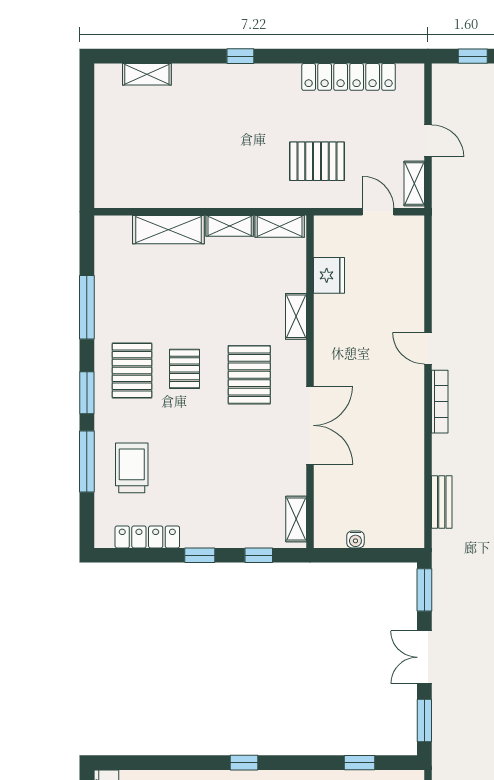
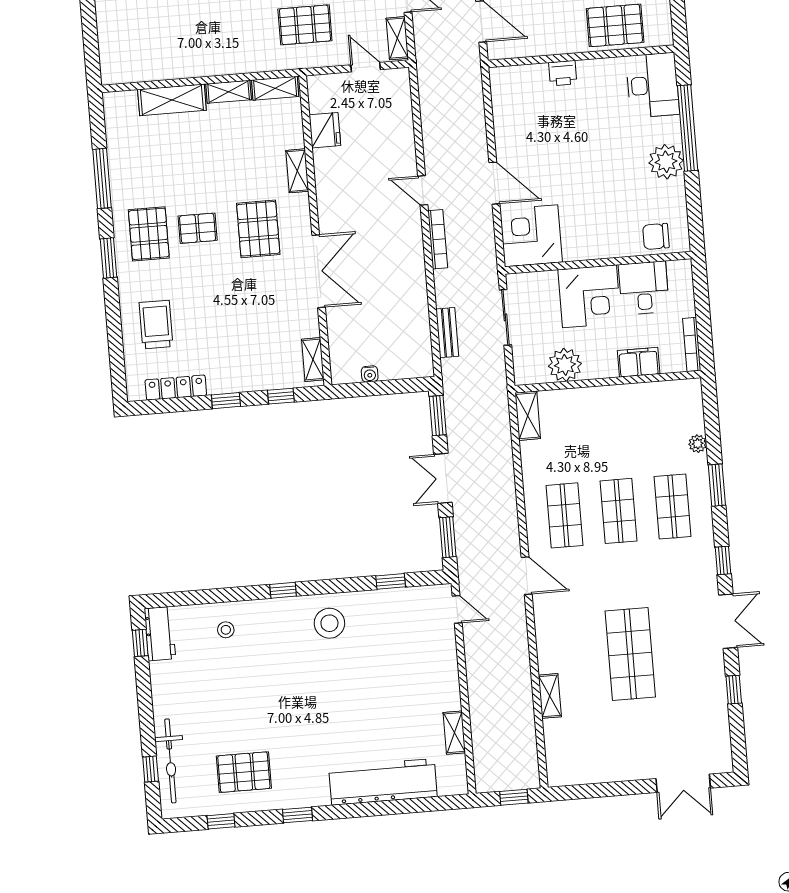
pallet: (185, 369) -> (198, 228), turned 90
window: (87, 462) -> (114, 322), removed

